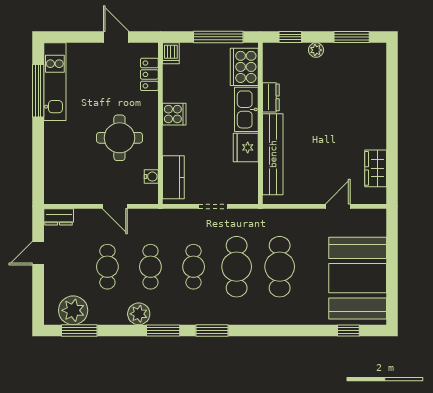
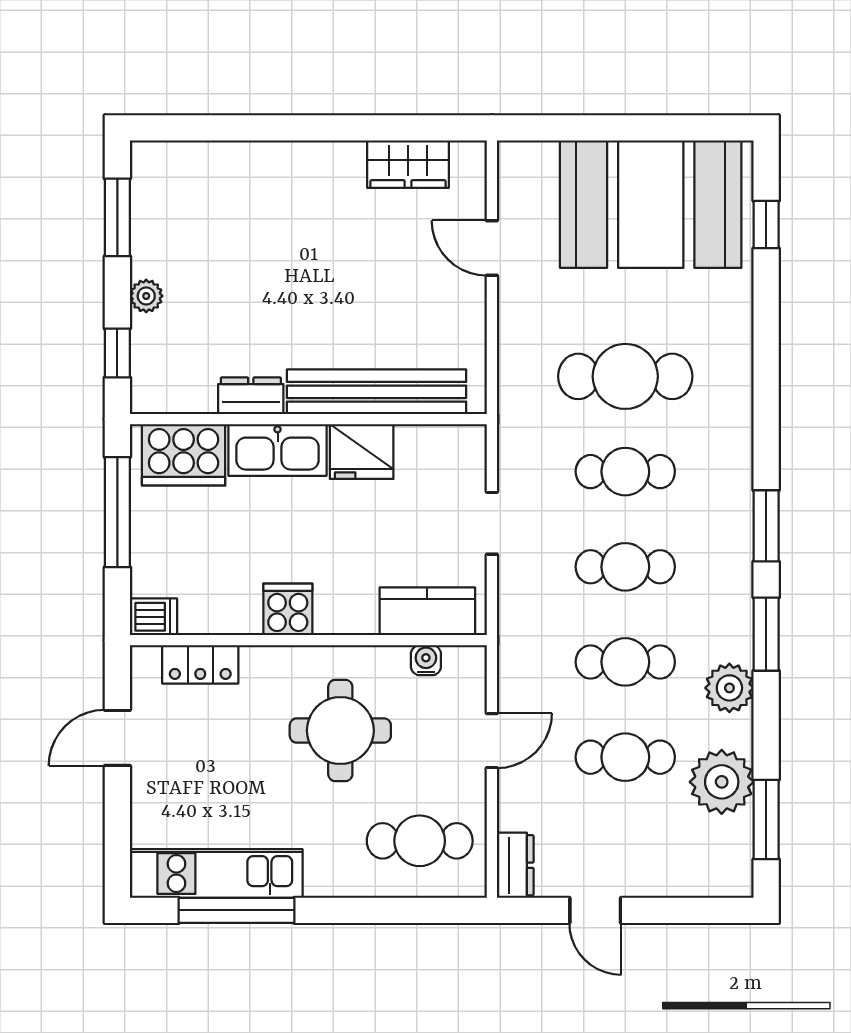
cafe table: (70, 174) -> (420, 841), added
cafe table: (237, 267) -> (625, 472), width x0.73, depth x0.74
plant: (73, 310) -> (722, 782), moved

